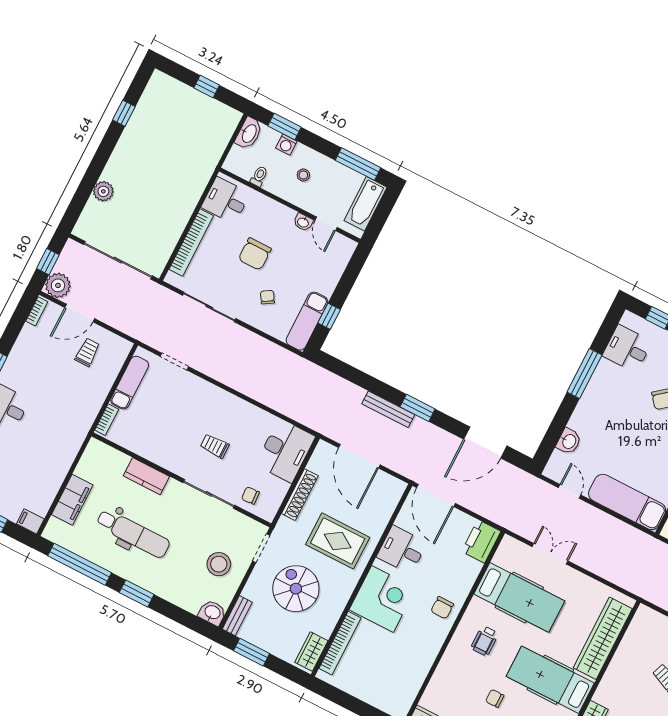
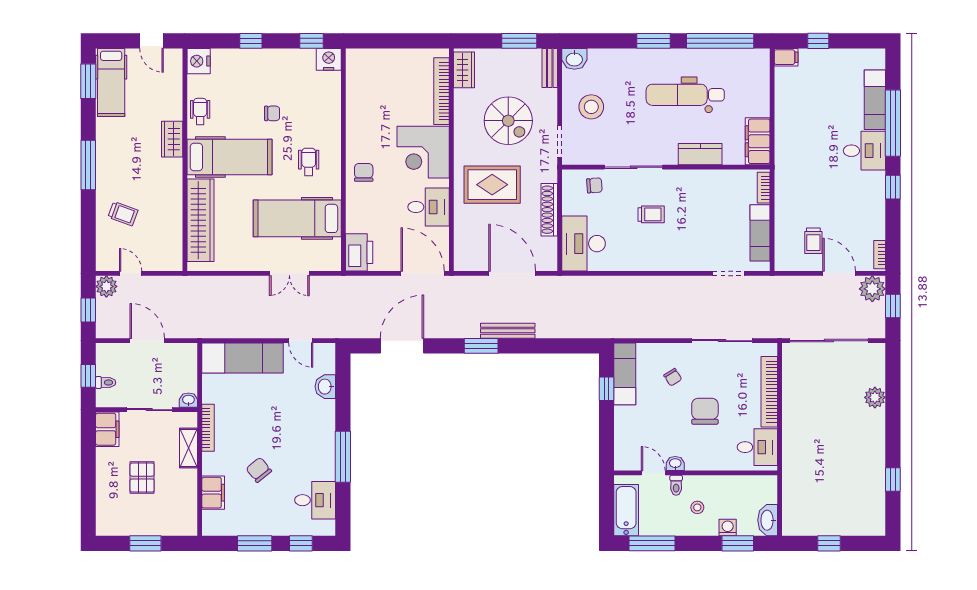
toilet: (259, 176) -> (676, 485), moved
door: (80, 313) -> (839, 273), hinge flipped
filing cabinet: (72, 500) -> (758, 141), moved

